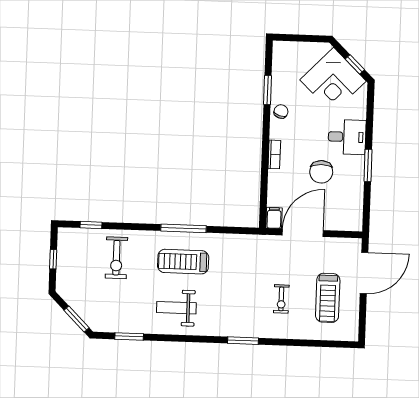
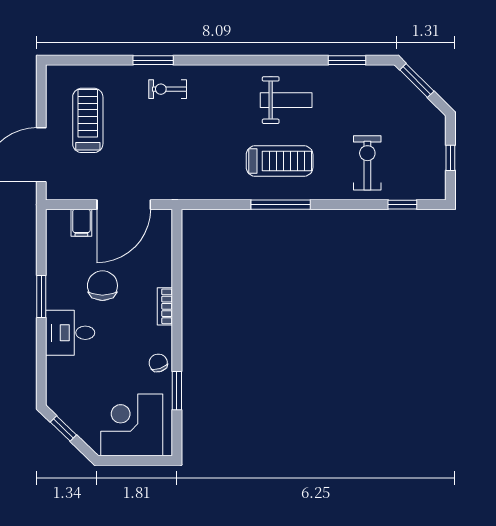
corner desk: (333, 80) -> (132, 425), moved, turned -44
chair: (281, 112) -> (158, 363), turned 144
filing cabinet: (274, 218) -> (81, 223), moved
exercise bike: (281, 299) -> (168, 89), moved, turned -90
window: (243, 341) -> (153, 60), moved

